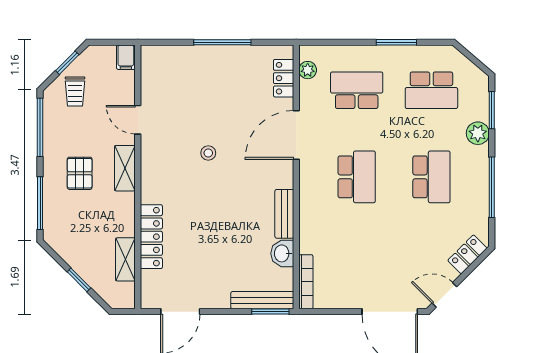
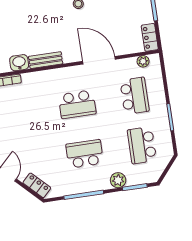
locker: (284, 78) -> (150, 37), moved, turned -90
school desk: (431, 177) -> (85, 154), turned 180

